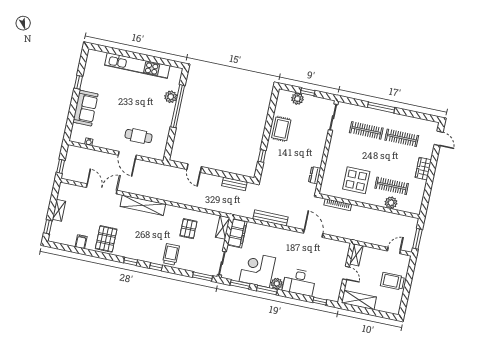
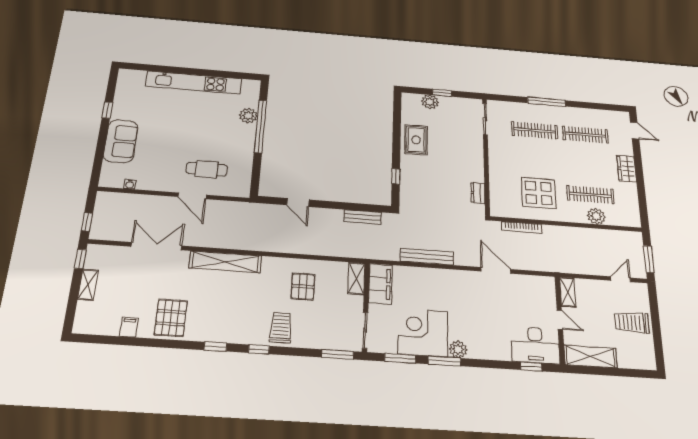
window: (48, 227) -> (80, 259), moved
desk: (299, 282) -> (535, 345), moved

